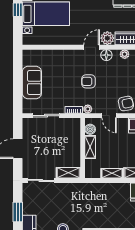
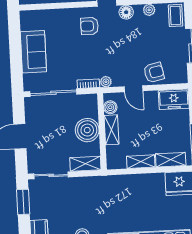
armchair: (89, 81) -> (90, 26), moved
sliding door: (46, 116) -> (53, 93), width x1.37
boiler: (71, 146) -> (87, 130), added
window: (18, 212) -> (23, 202), moved

